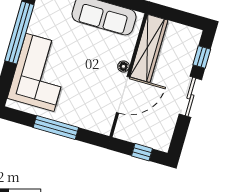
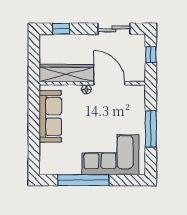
sliding door: (190, 97) -> (114, 29), moved

